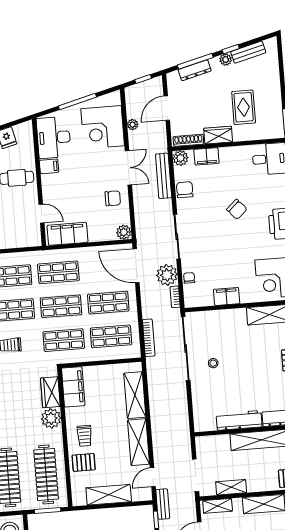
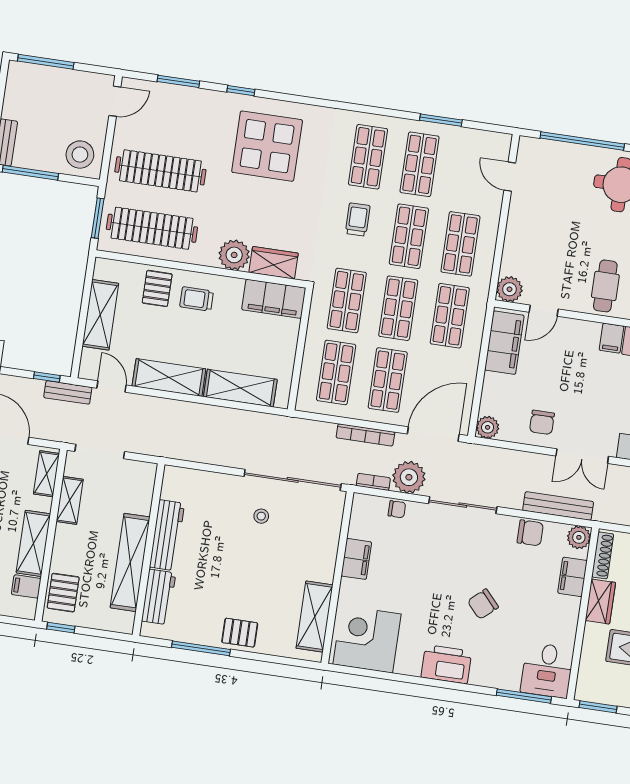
plant: (33, 238) -> (510, 289), added
bookcase: (149, 338) -> (365, 435), moved

